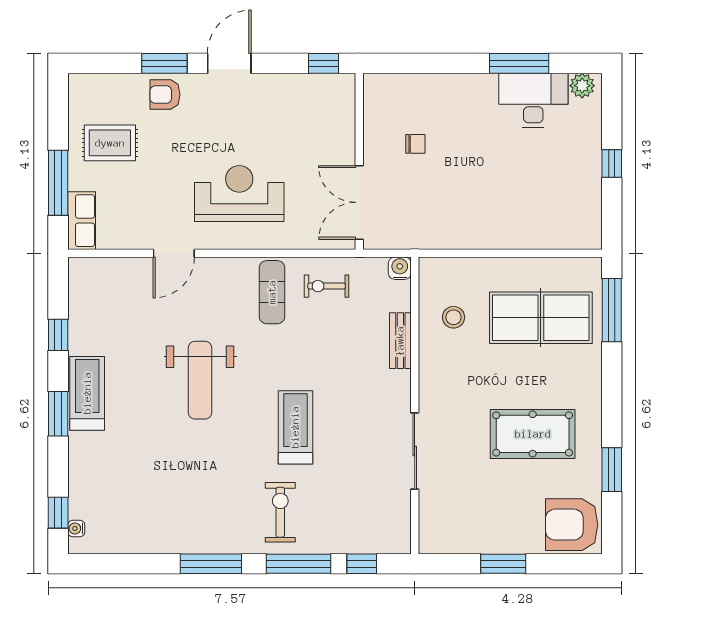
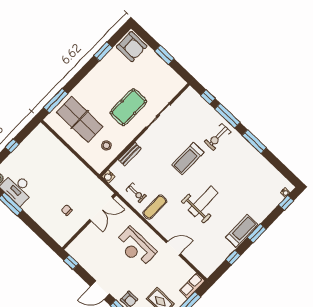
treadmill: (87, 393) -> (242, 231), turned 180
pool table: (533, 434) -> (128, 107), moved, turned 90

